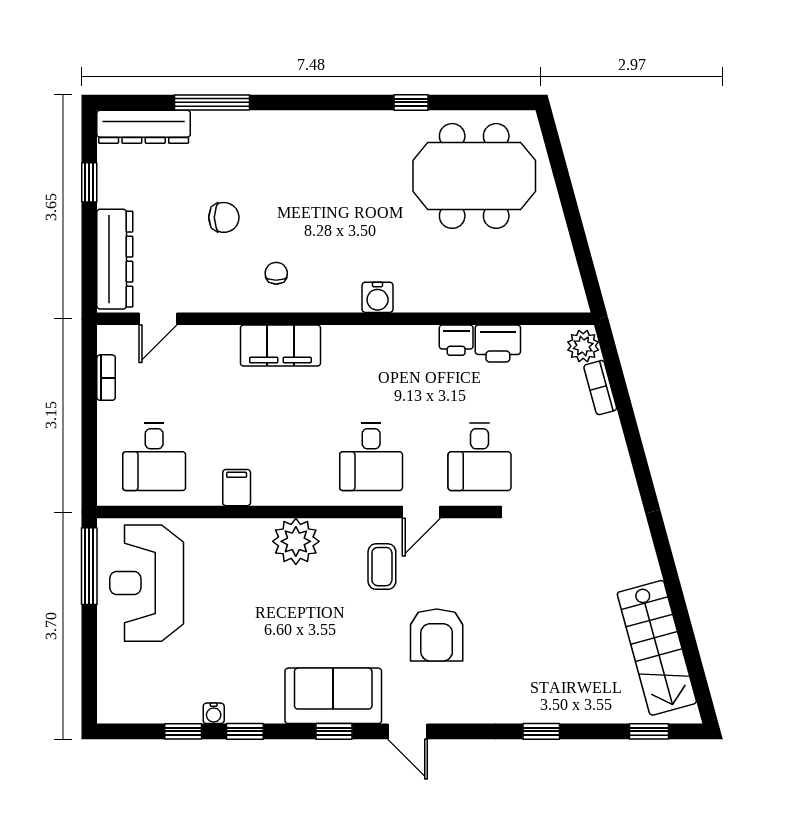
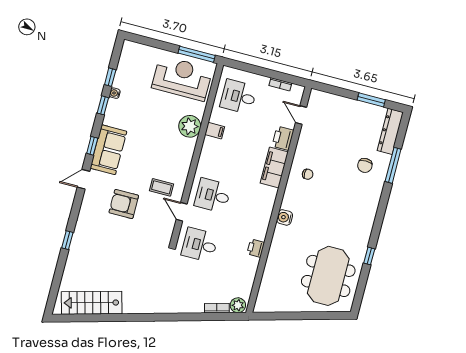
window: (89, 182) -> (371, 100), width x1.50
chair: (224, 217) -> (365, 165), moved
dresser: (115, 259) -> (333, 102), removed
printer: (498, 343) -> (283, 138), moved
plant: (296, 541) -> (190, 126), moved
window: (649, 731) -> (55, 289), removed

